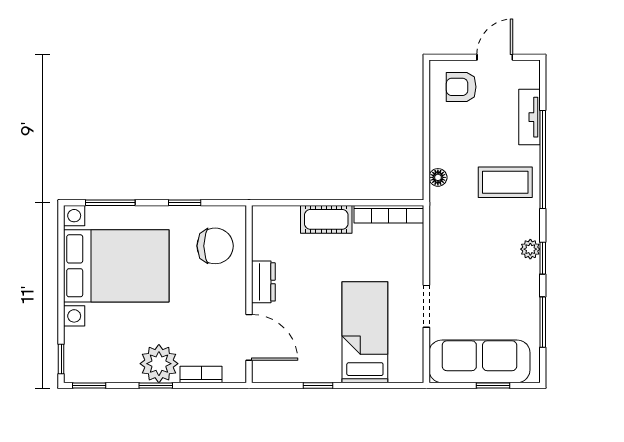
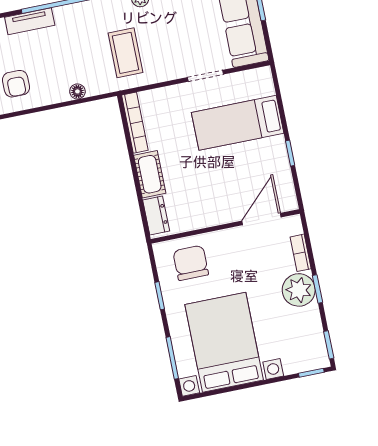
floor lamp: (438, 177) -> (77, 91), moved
coffee table: (505, 182) -> (126, 53), moved
dresser: (263, 282) -> (156, 215), moved, turned 90

